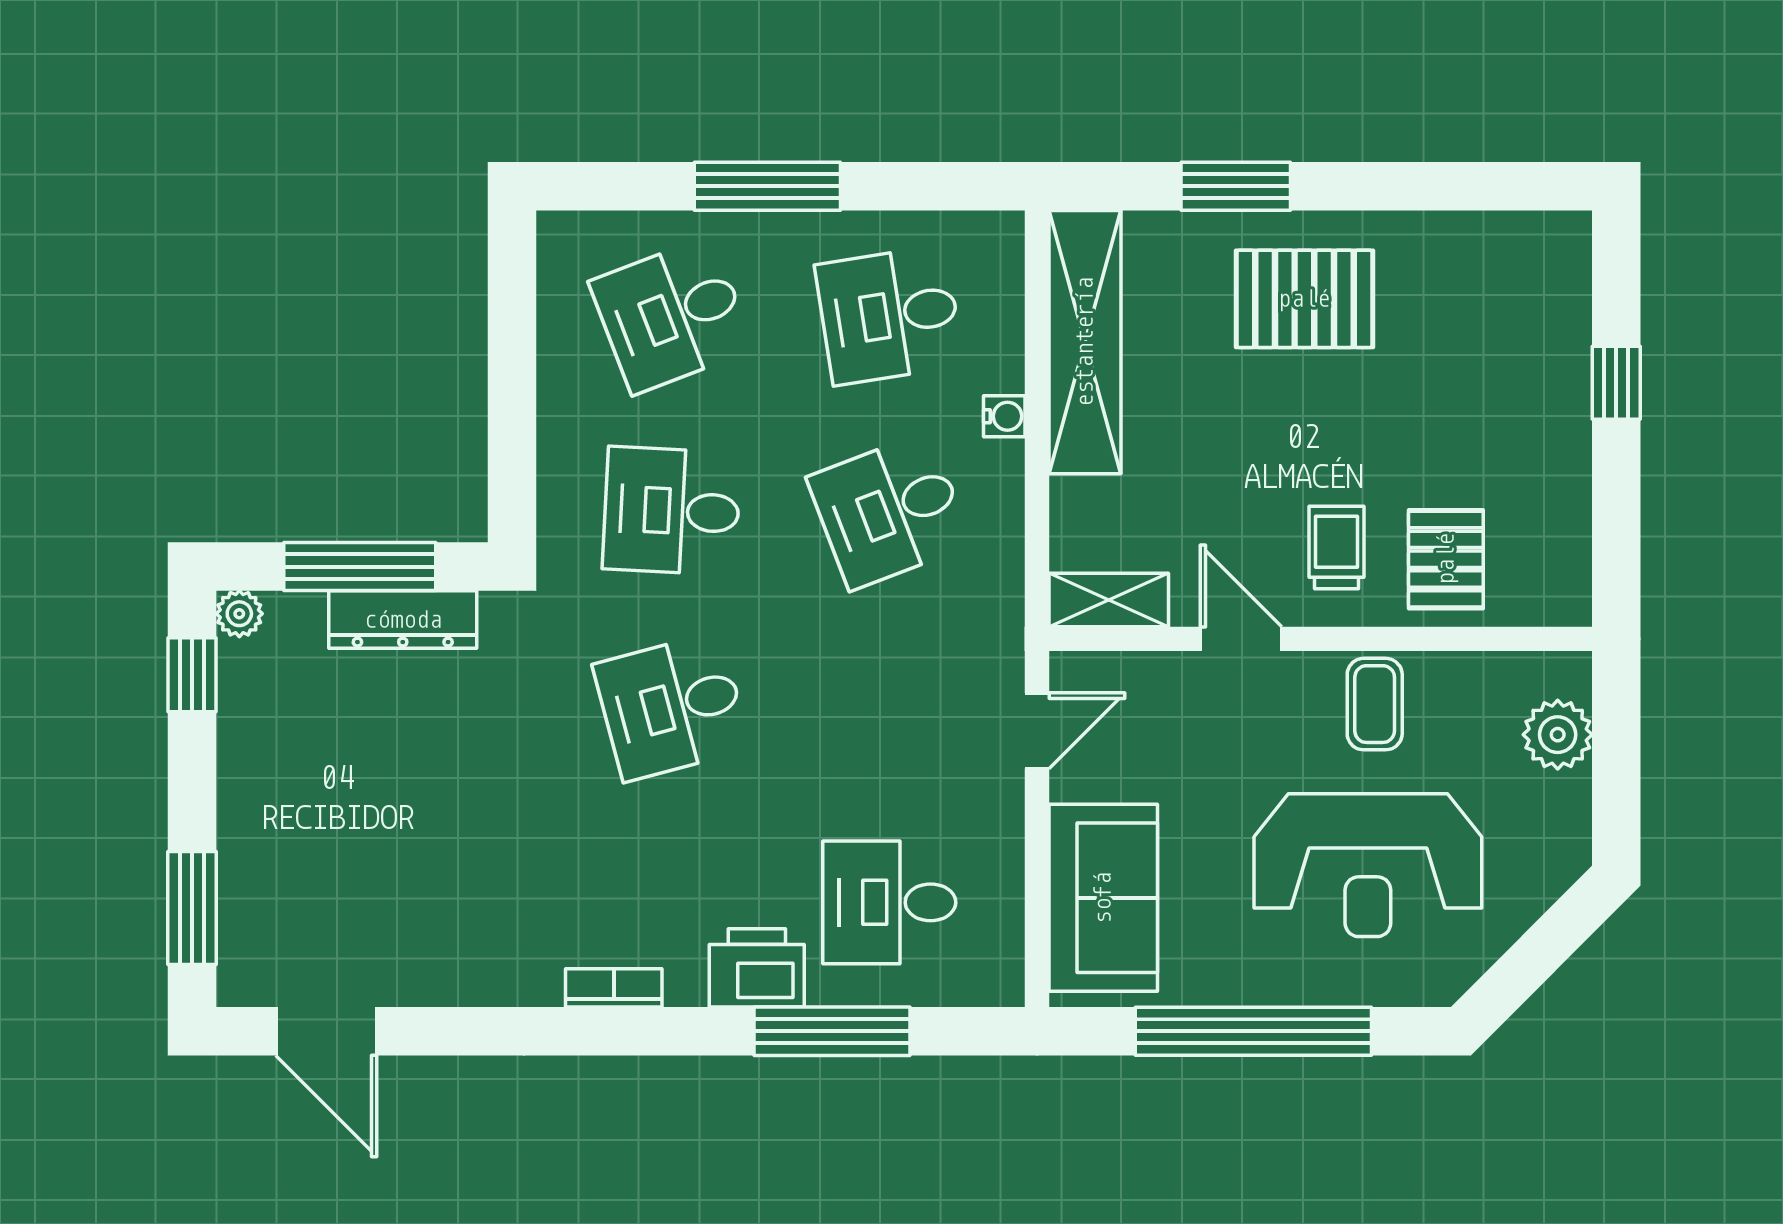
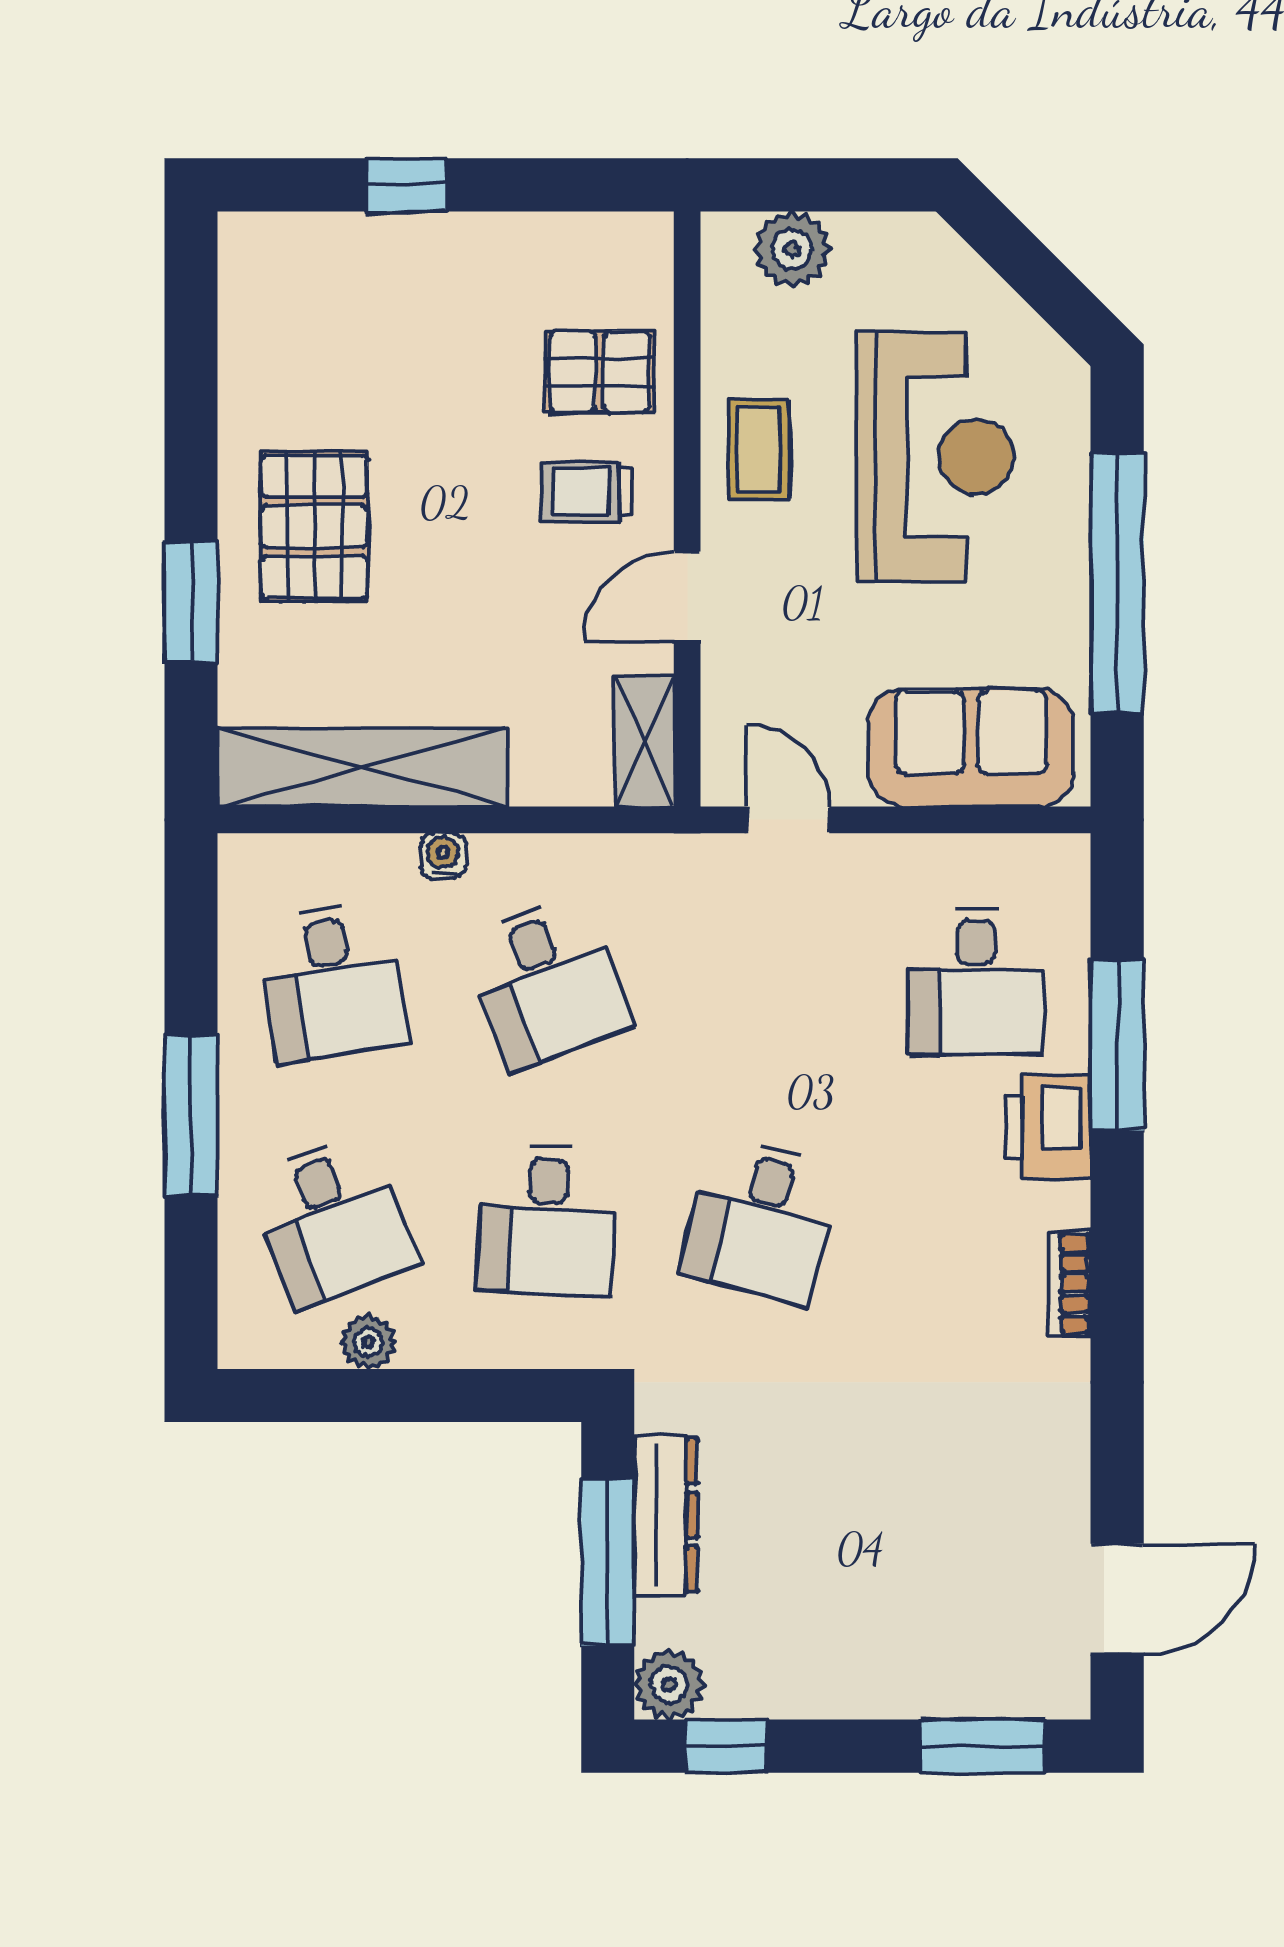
plant: (561, 348) -> (368, 1342), added
plant: (239, 614) -> (669, 1685), width x1.38, depth x1.38
coffee table: (1375, 704) -> (759, 450), turned 90
desk: (672, 707) -> (761, 1220), turned 30

